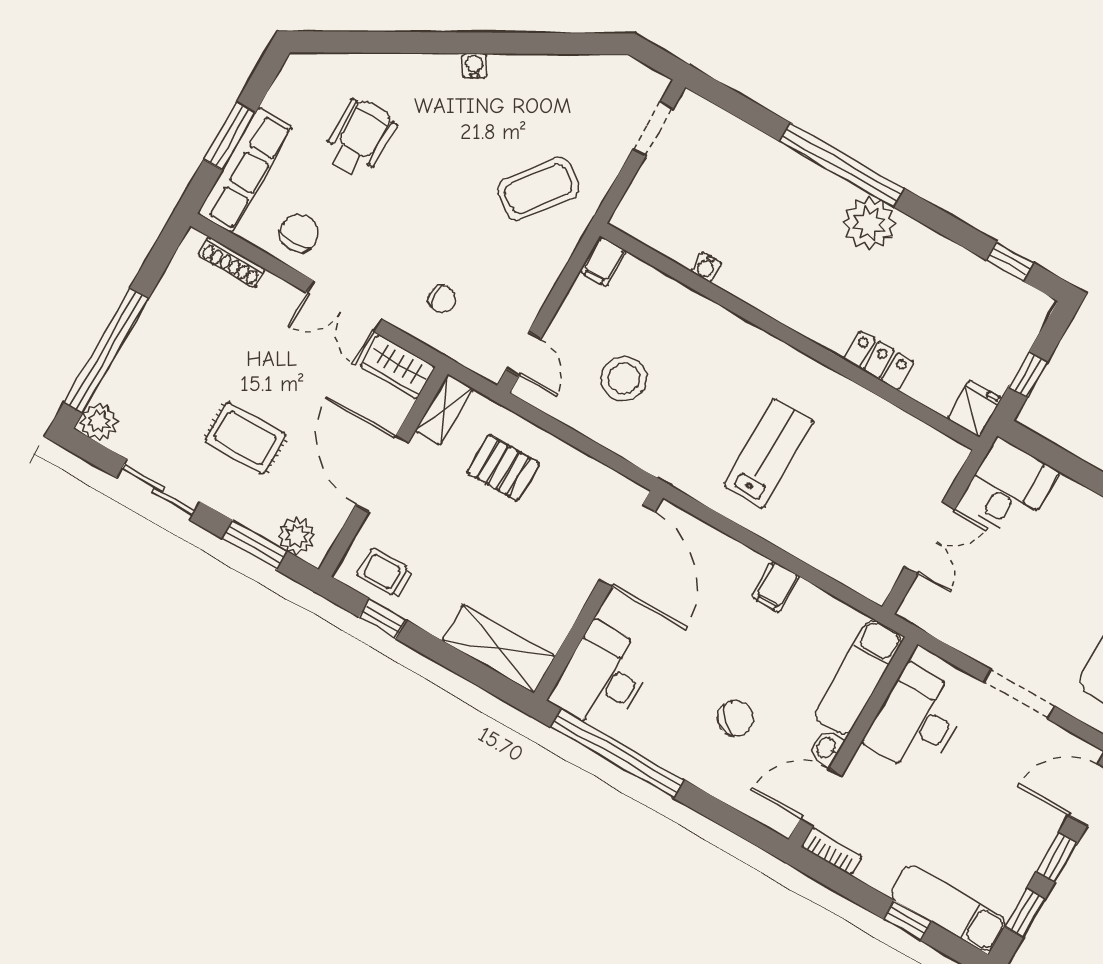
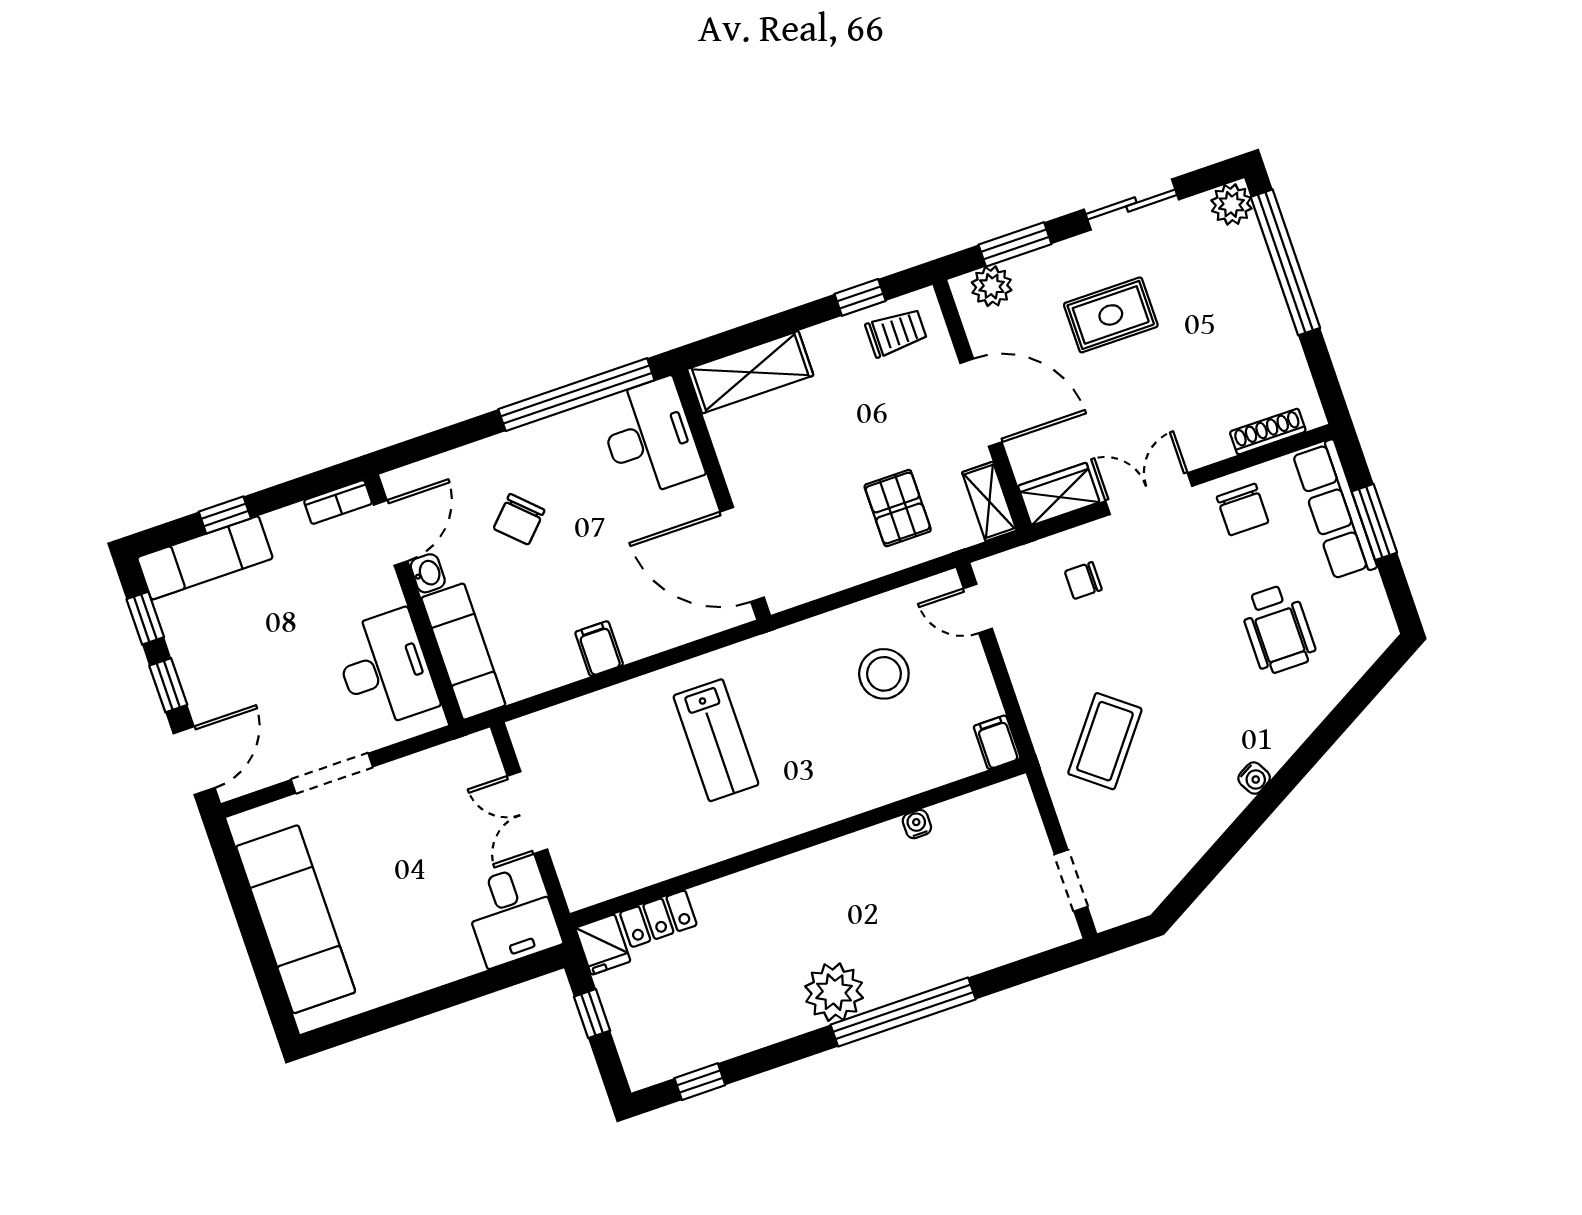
locker: (879, 360) -> (658, 919), moved
pallet: (503, 468) -> (898, 508), turned 90

